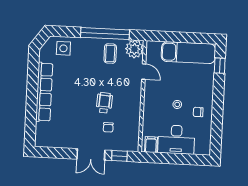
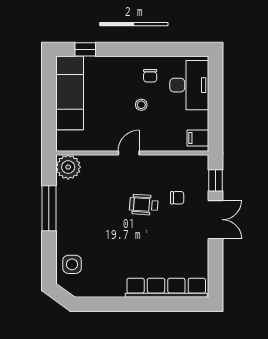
window: (105, 34) -> (49, 208), width x0.68
coffee table: (110, 54) -> (76, 200), removed
door: (144, 72) -> (129, 153), moved
row of seats: (44, 92) -> (166, 288), moved
desk: (176, 140) -> (189, 85), moved

